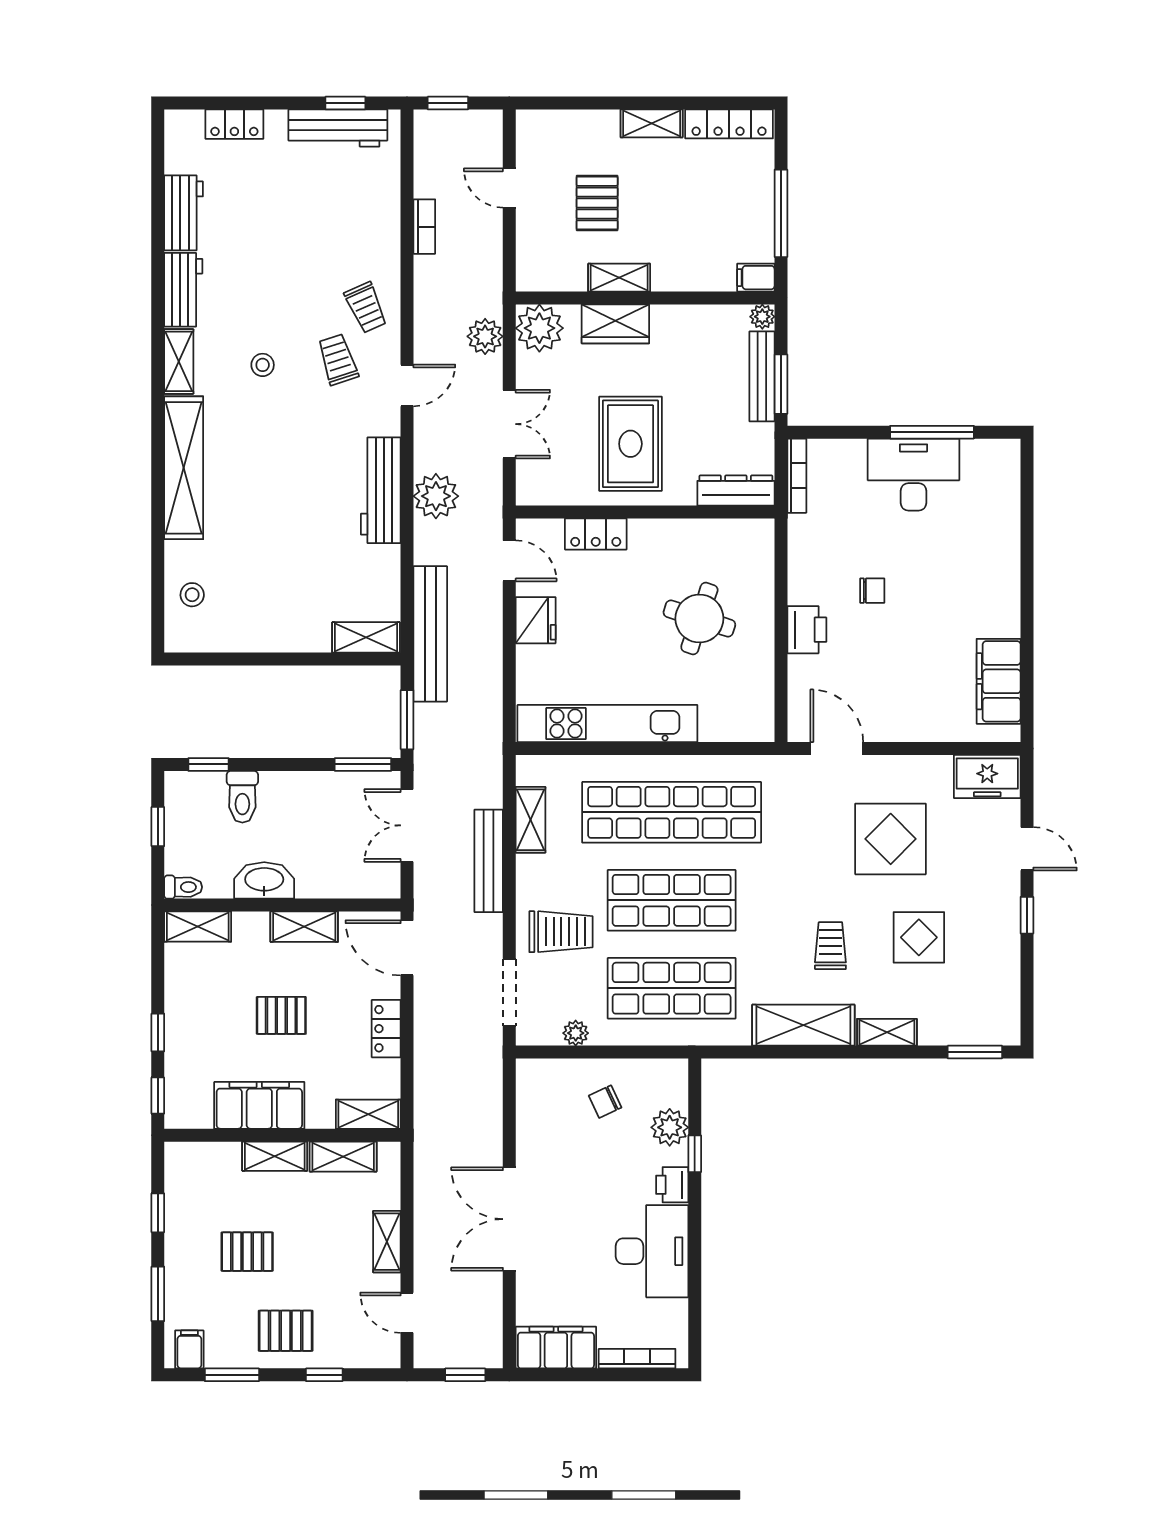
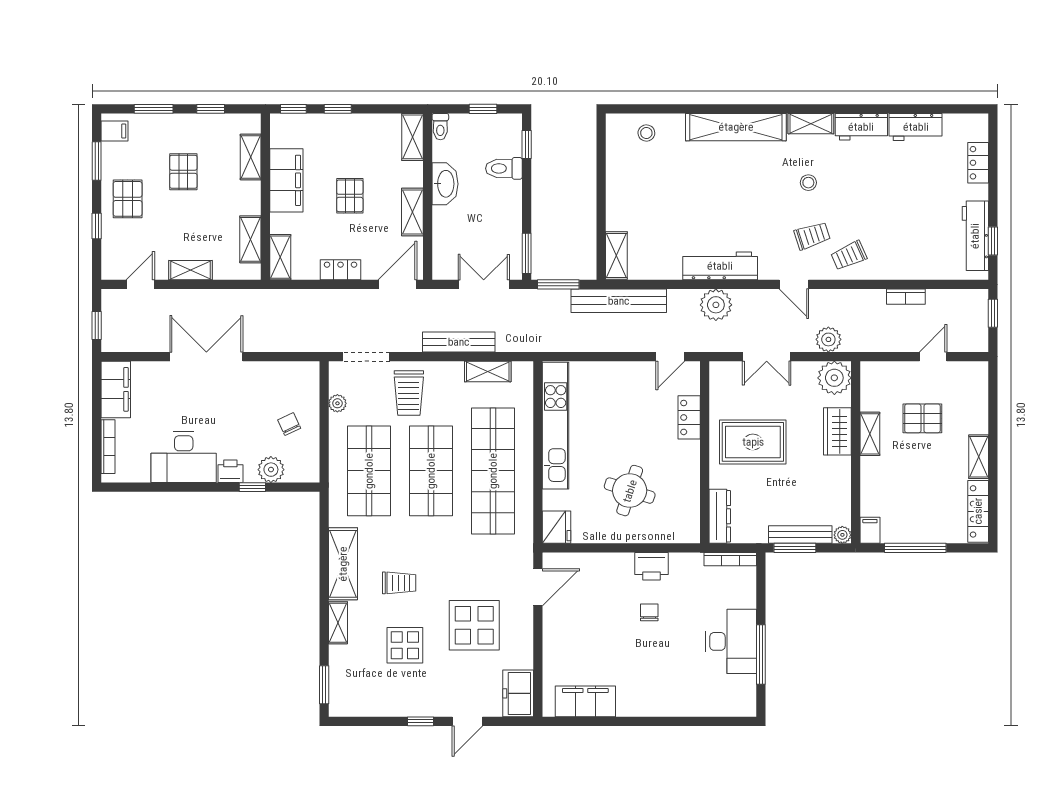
chair: (872, 591) -> (649, 612), turned 180
fridge: (536, 620) -> (557, 527), moved, turned -90
printer: (807, 630) -> (651, 566), moved
shelving: (275, 1156) -> (251, 157), moved

